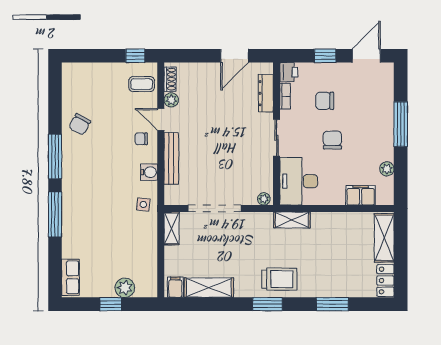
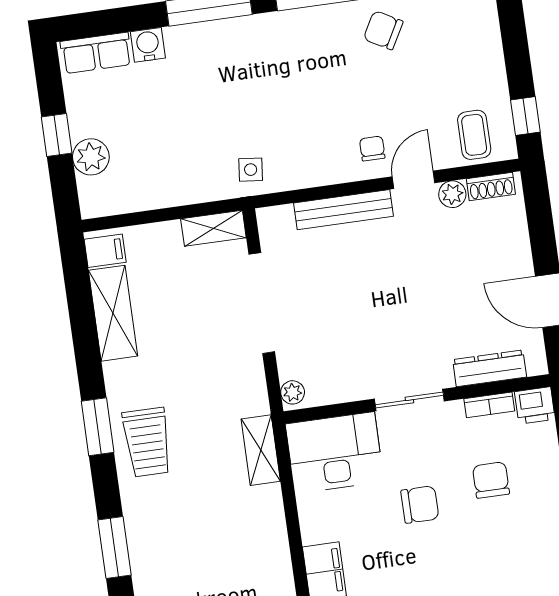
water cooler: (149, 172) -> (148, 45), moved, turned 180

